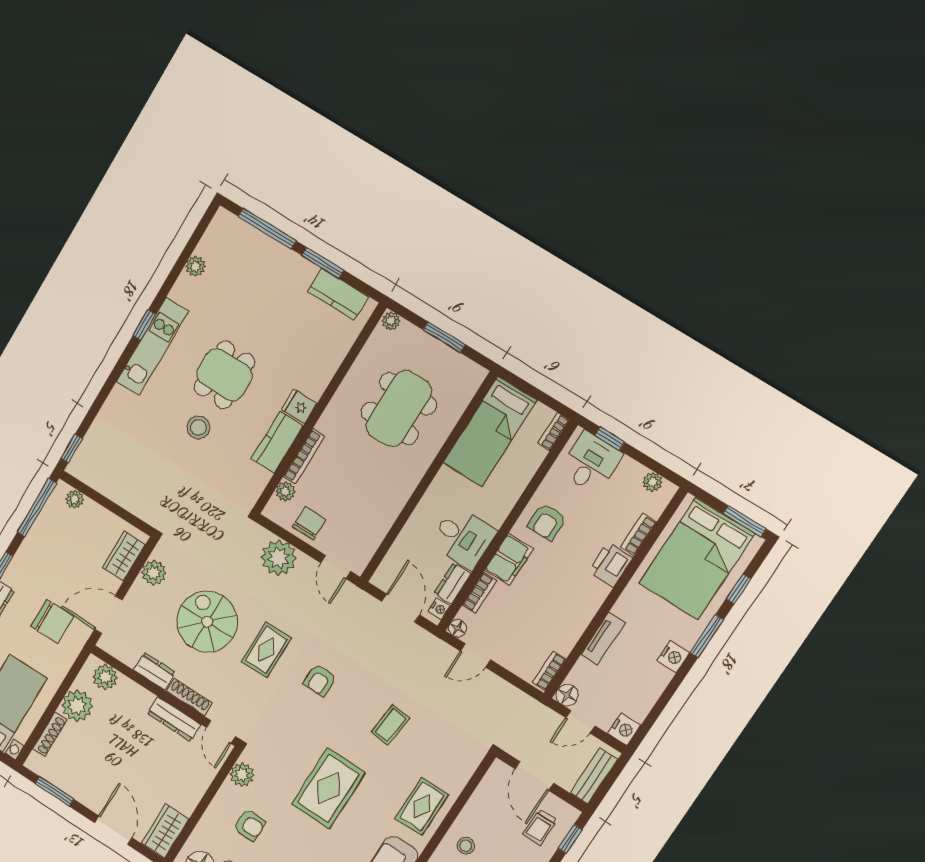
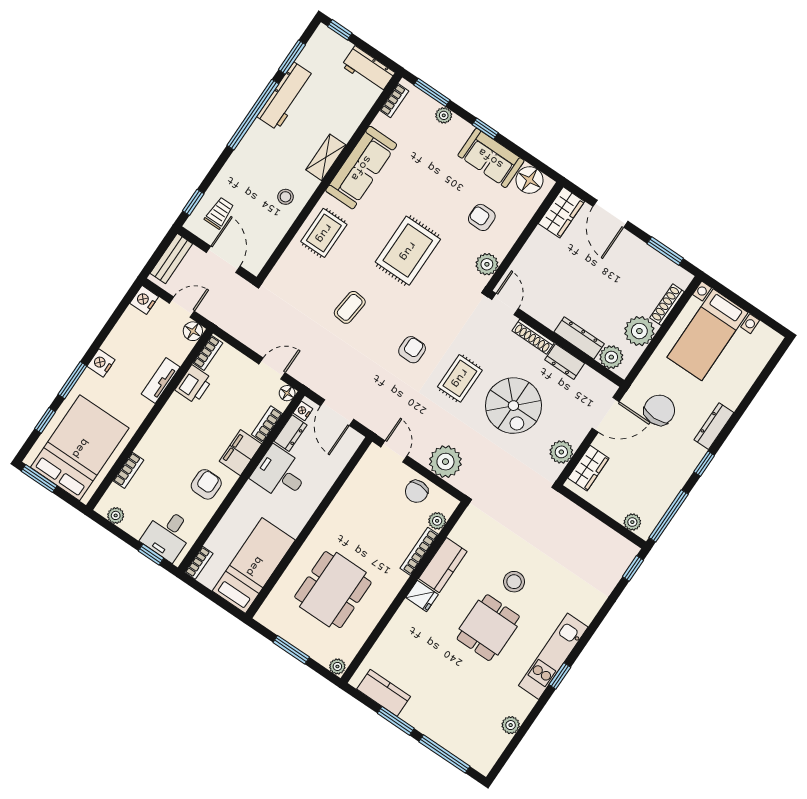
printer: (611, 565) -> (194, 384), moved
chair: (52, 621) -> (659, 410), turned 90
dresser: (174, 719) -> (579, 338), moved

